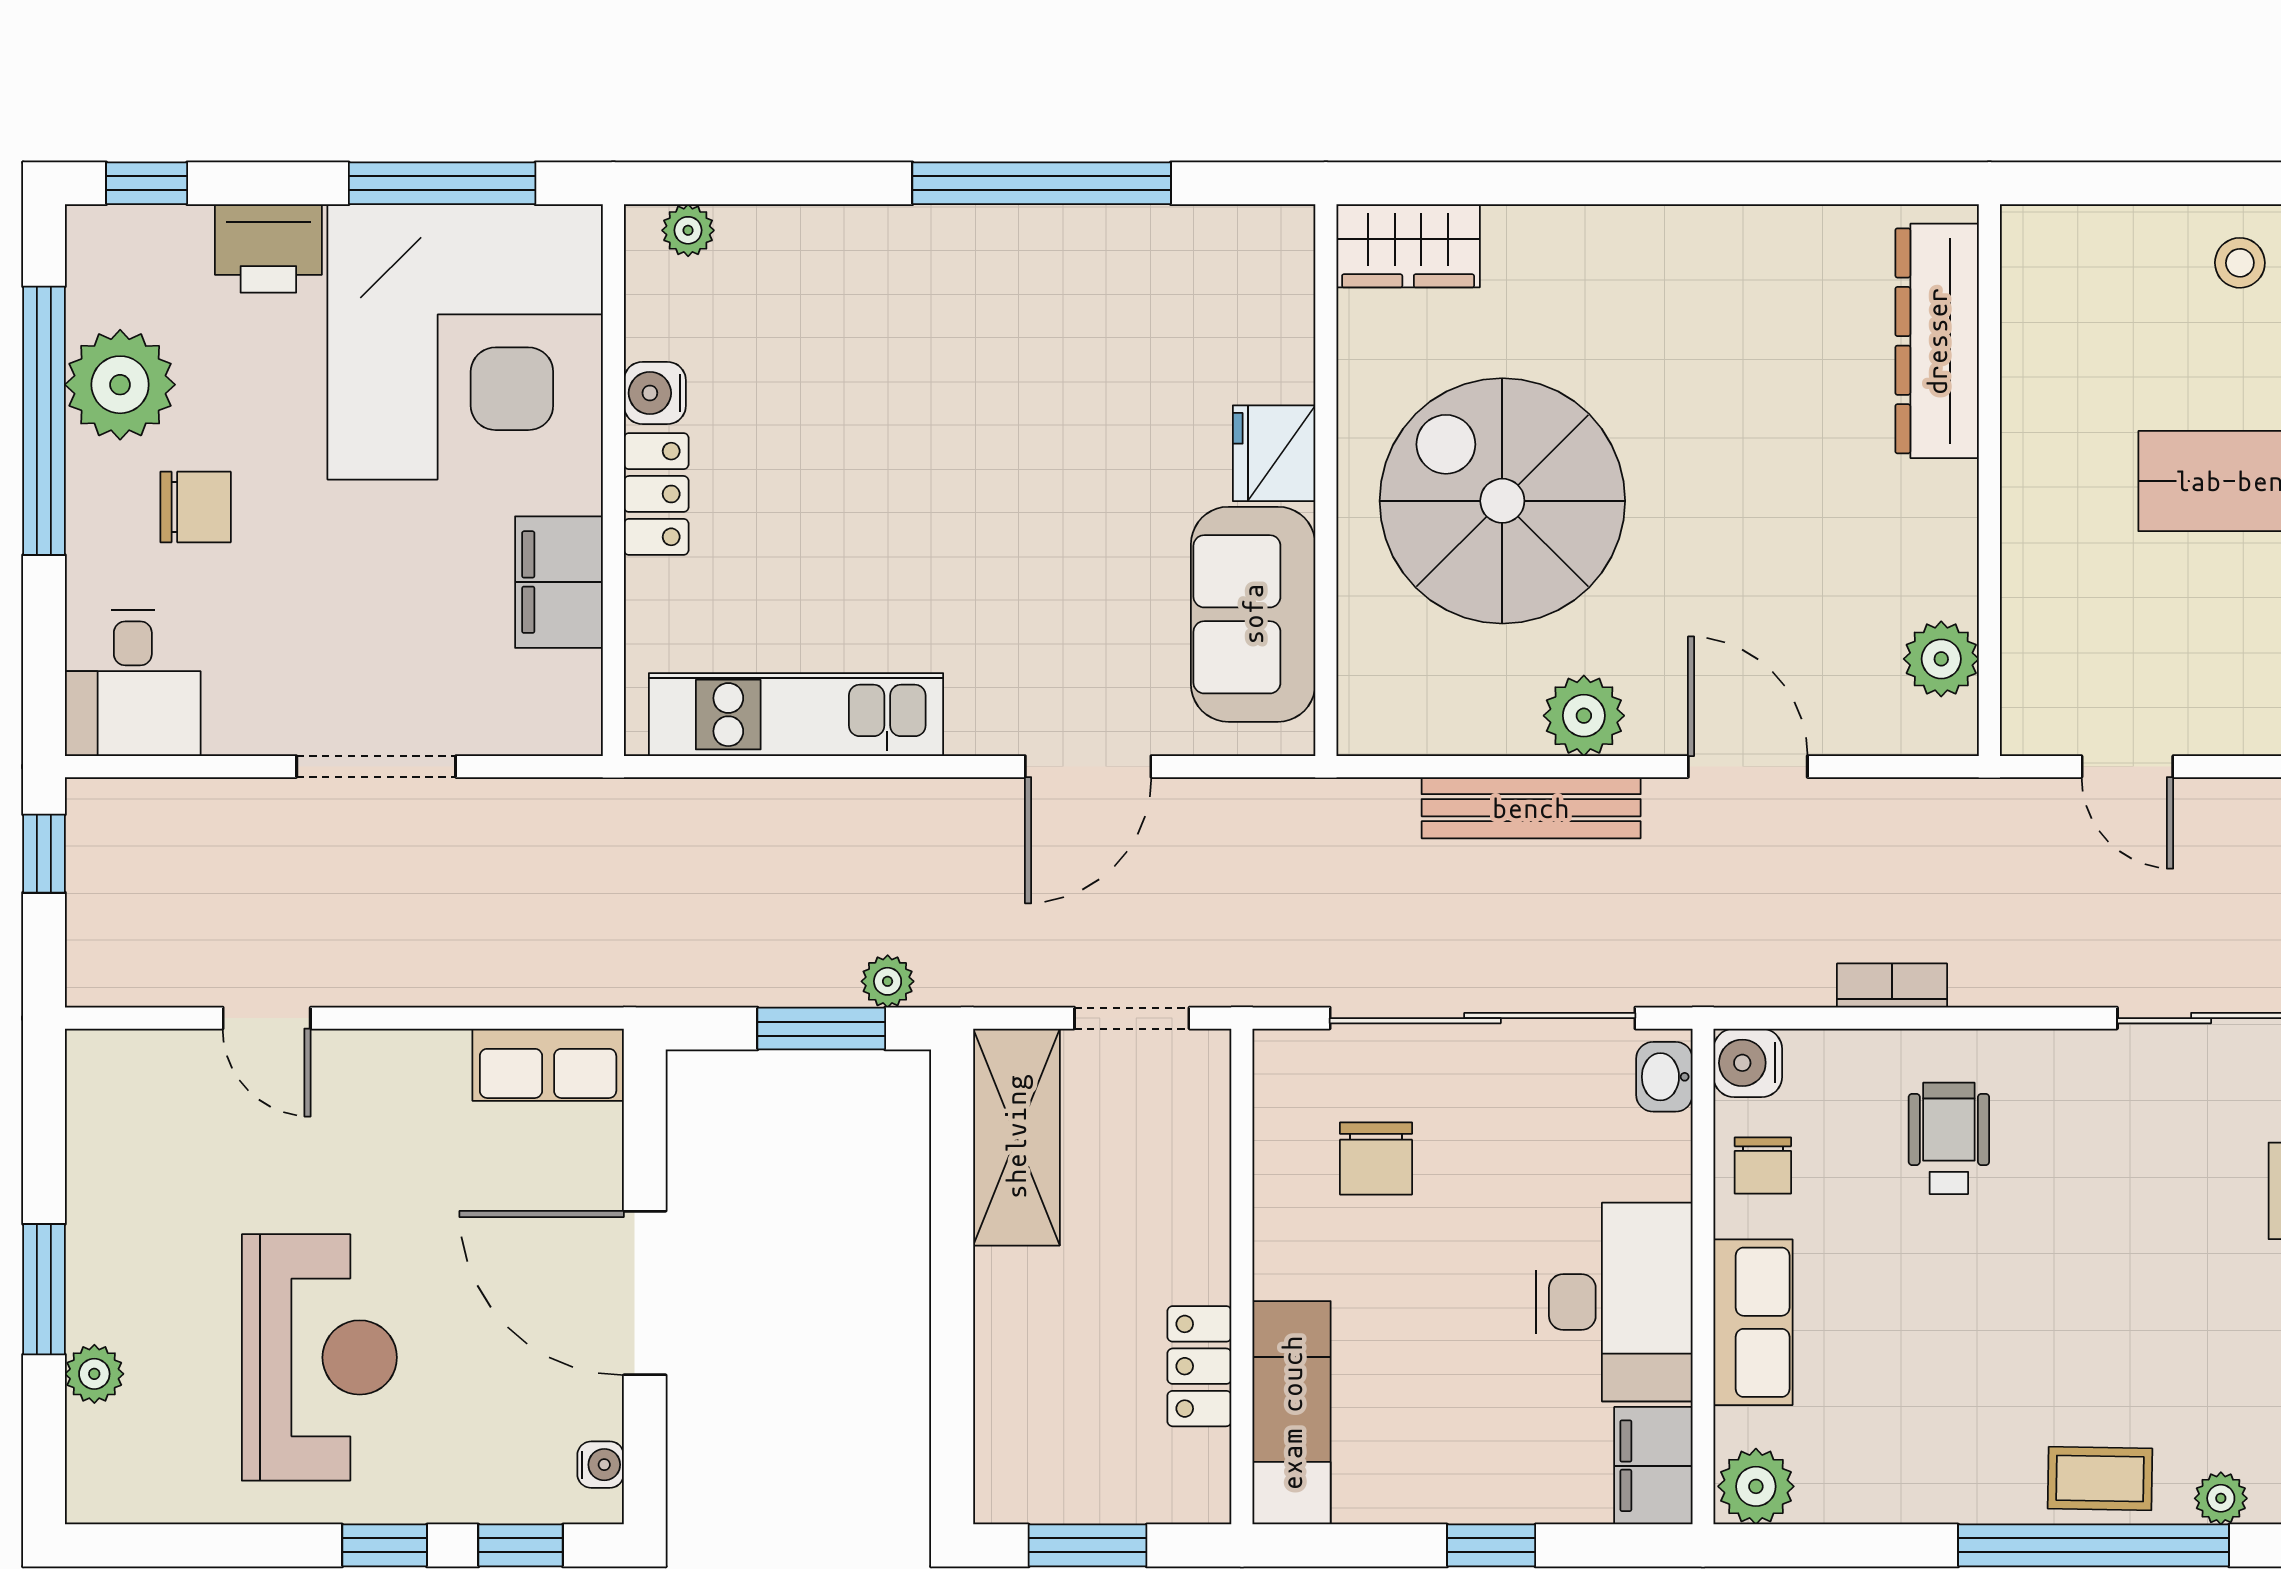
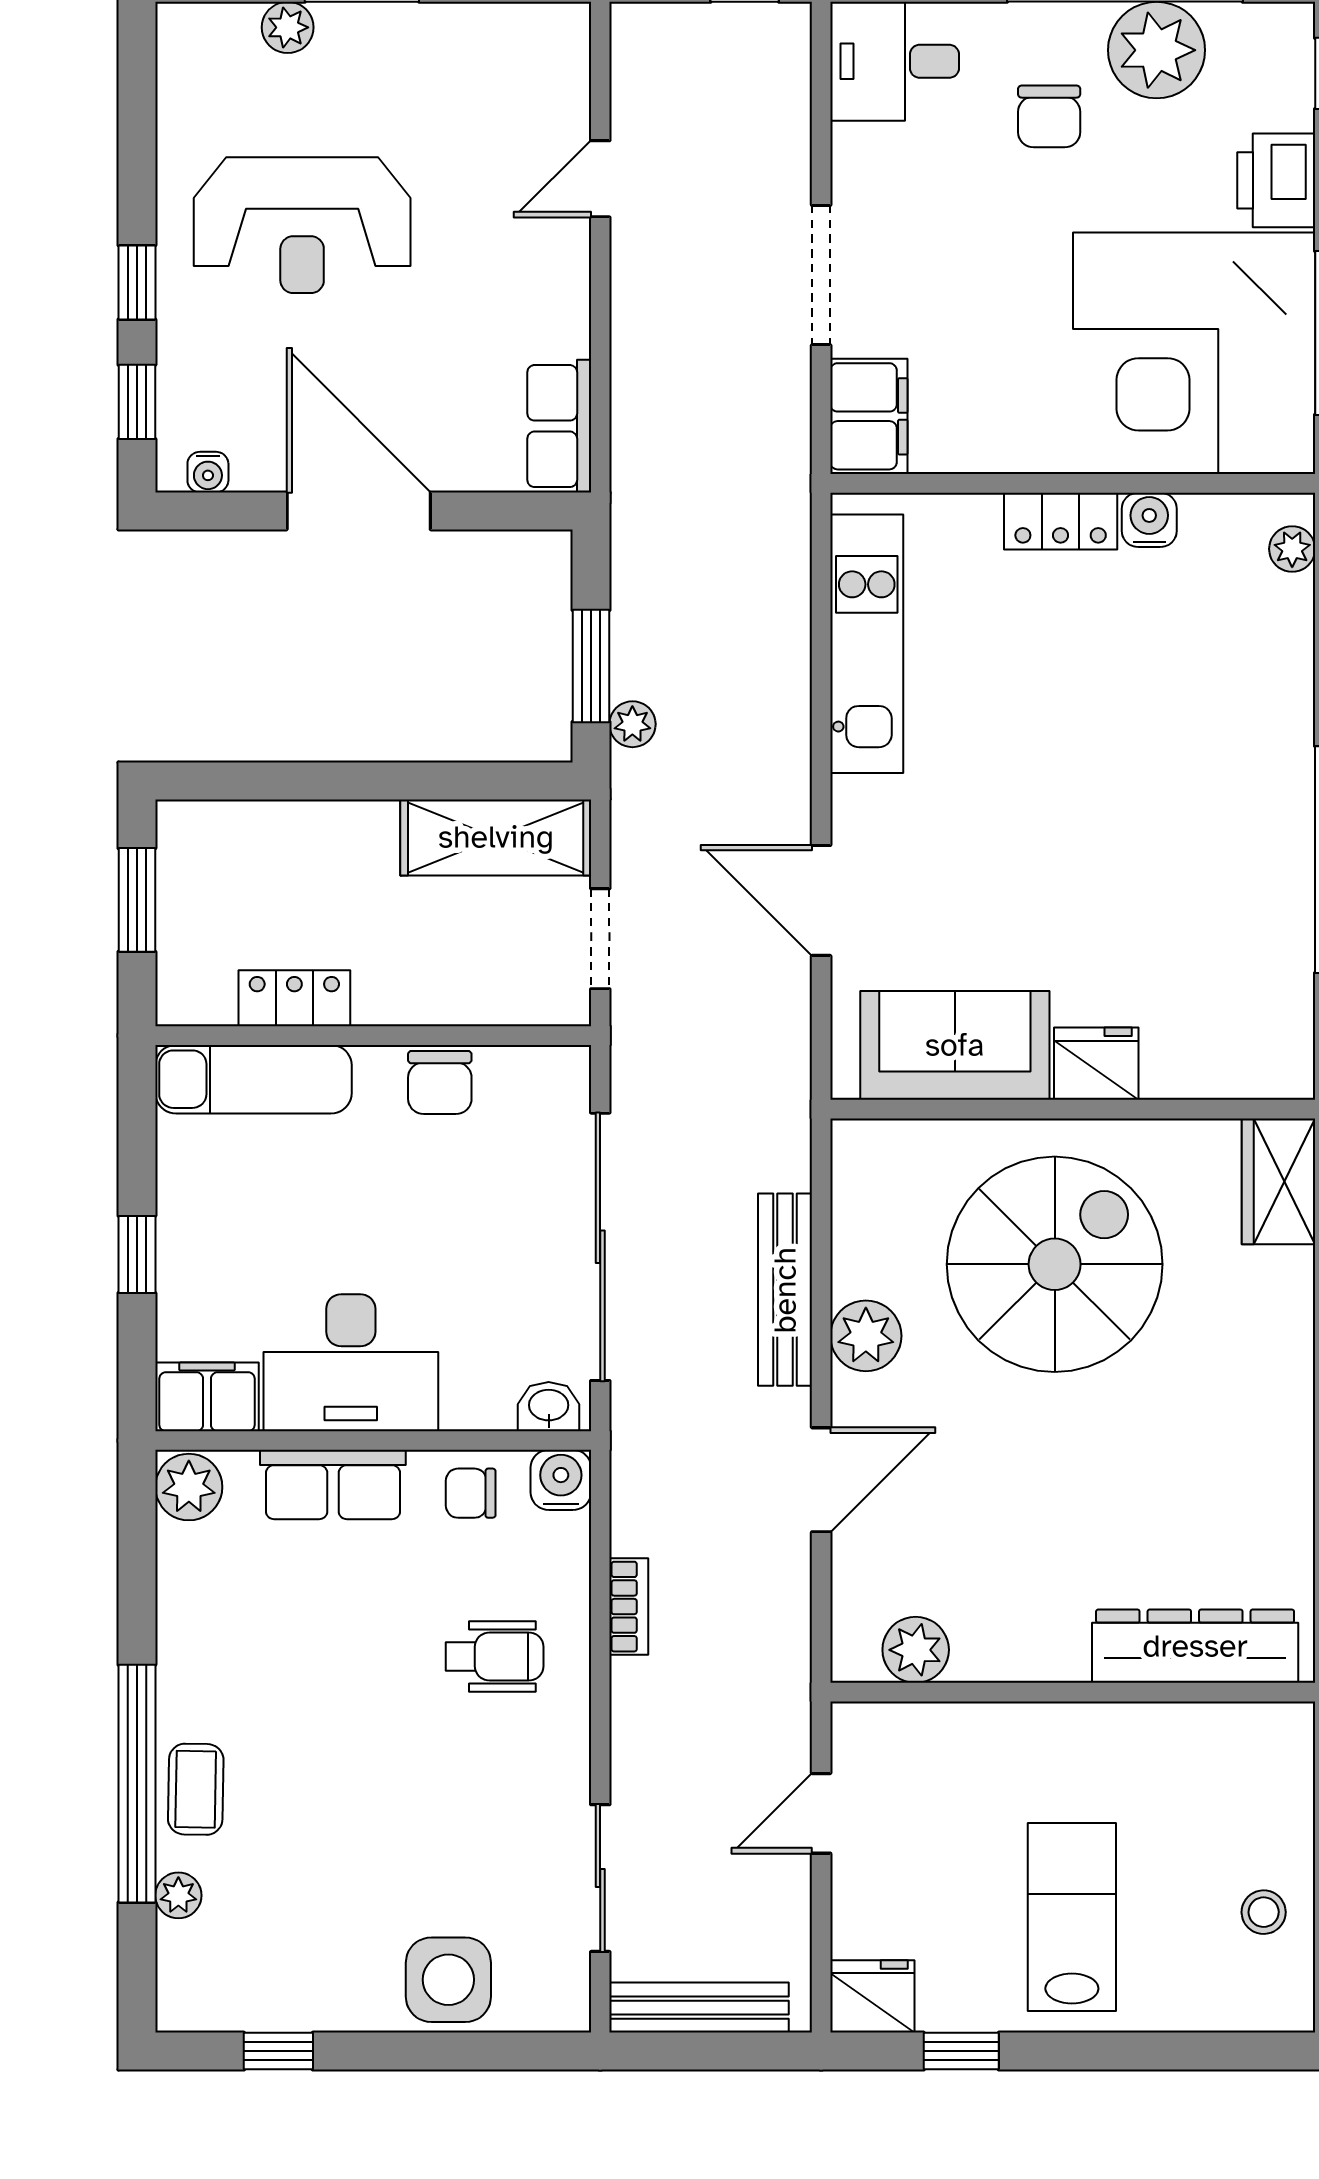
filing cabinet: (559, 582) -> (869, 416), moved, turned 90
chair: (1376, 1158) -> (440, 1082), moved, turned -90
door: (645, 1293) -> (359, 511), hinge flipped

